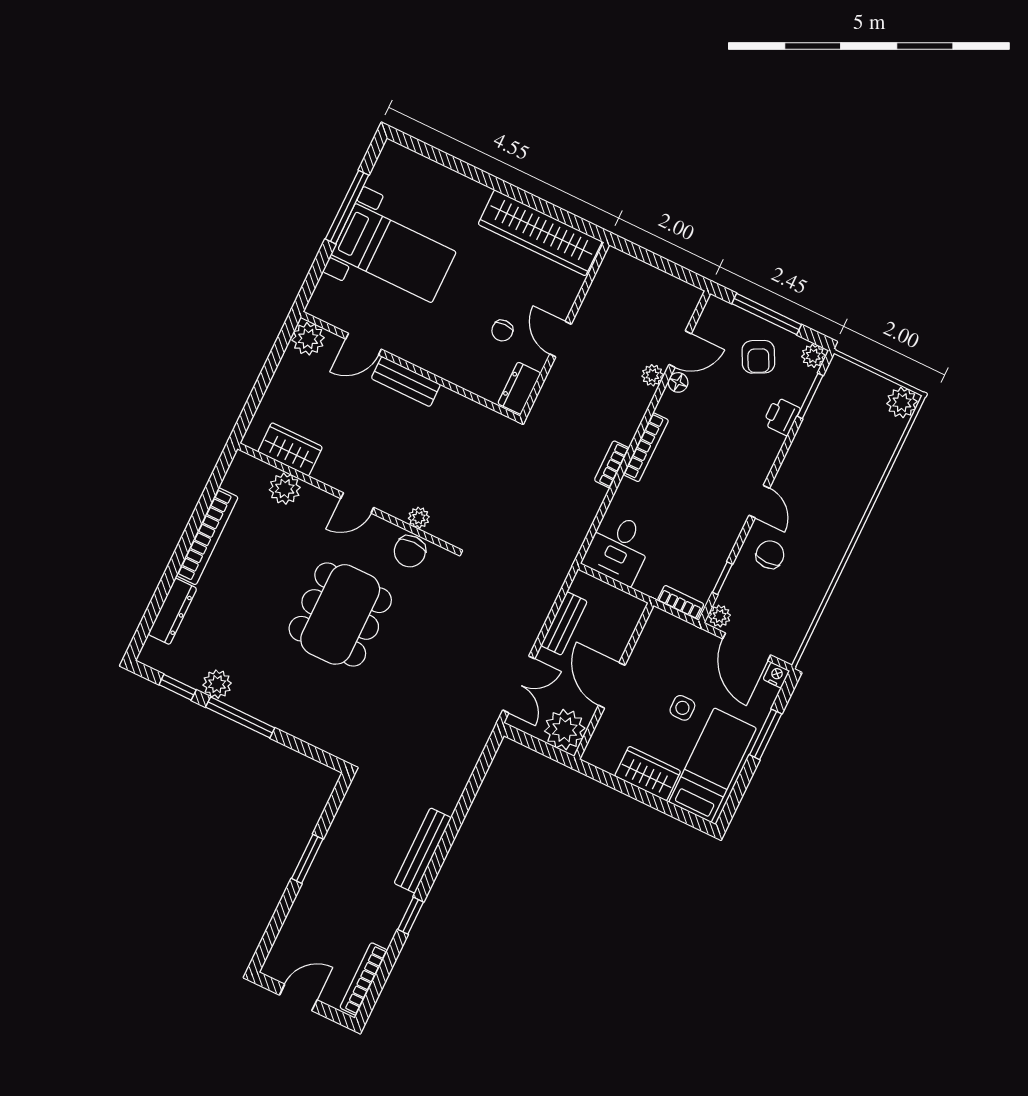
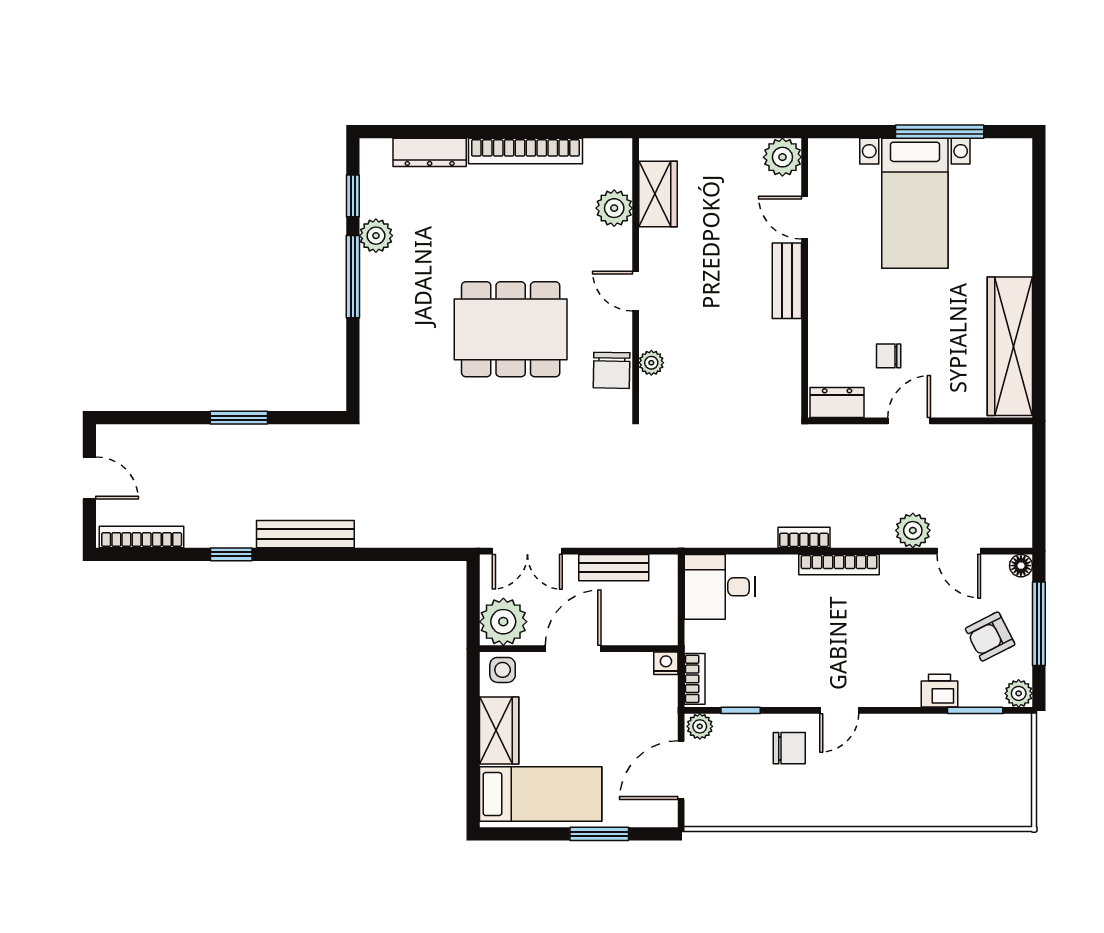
plant: (652, 375) -> (913, 530), width x1.38, depth x1.38
floor lamp: (678, 382) -> (1021, 566), moved
plant: (902, 403) -> (1014, 810), removed
chair: (410, 551) -> (612, 370), turned -89
nightstand: (776, 675) -> (666, 663), moved, turned -90
side table: (682, 708) -> (503, 670), moved

